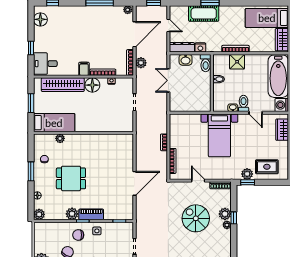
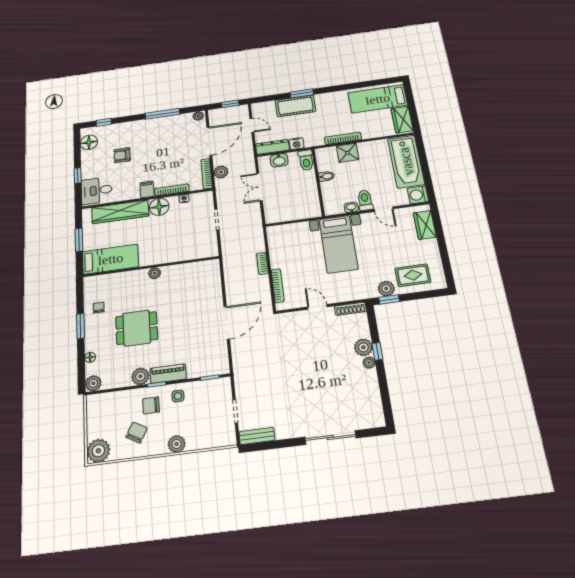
armchair: (66, 36) -> (122, 155), added
plant: (60, 138) -> (155, 273), moved
spiral stairs: (196, 218) -> (321, 359), removed

